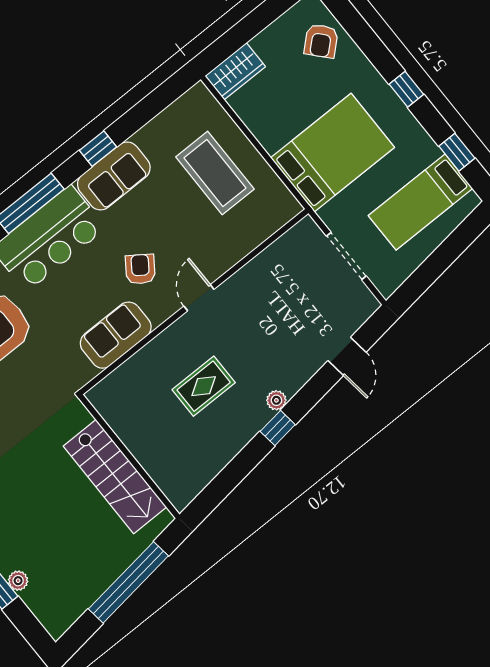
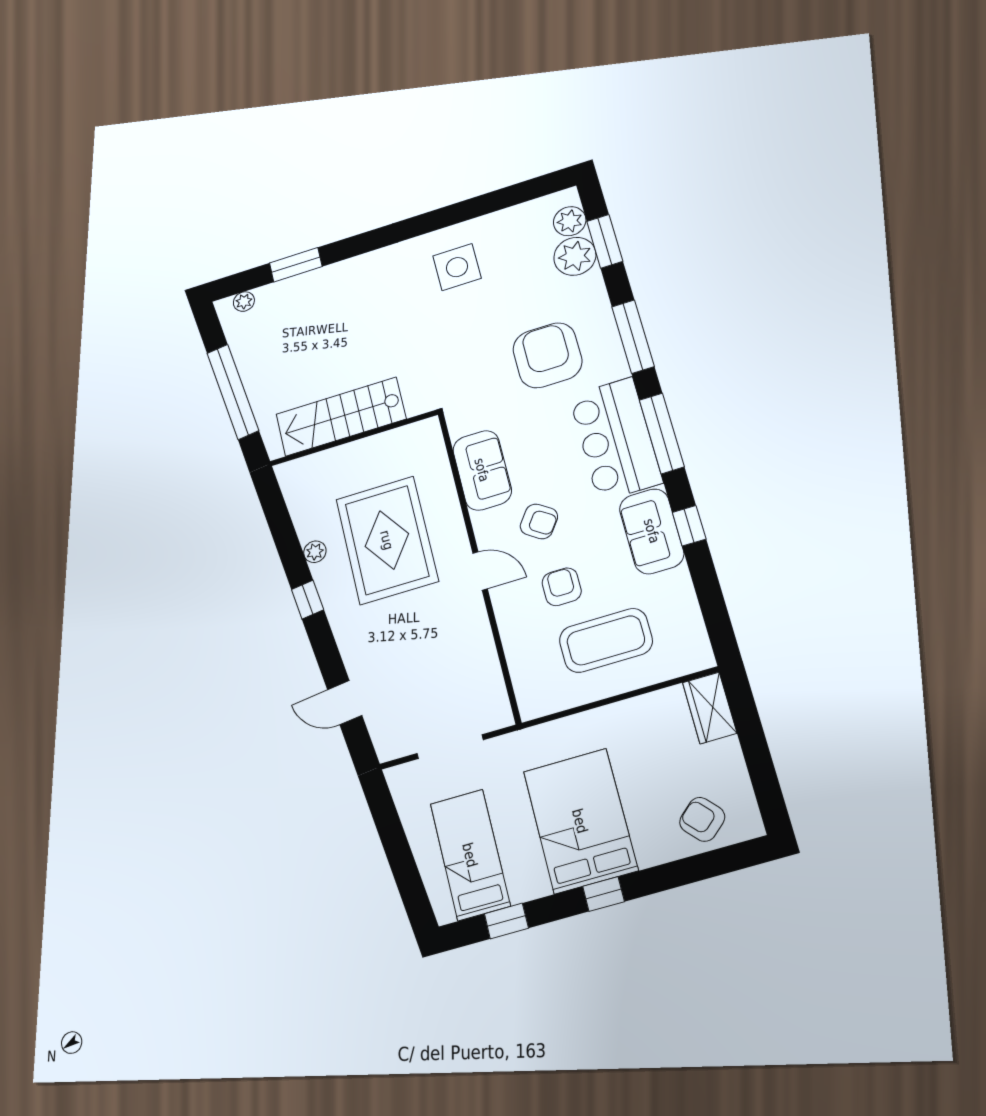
bed: (333, 153) -> (580, 821), moved, turned 180
armchair: (186, 227) -> (562, 587), added
rug: (204, 386) -> (387, 540), width x1.86, depth x2.06
plant: (276, 400) -> (315, 552), moved
plant: (18, 581) -> (244, 302), moved

